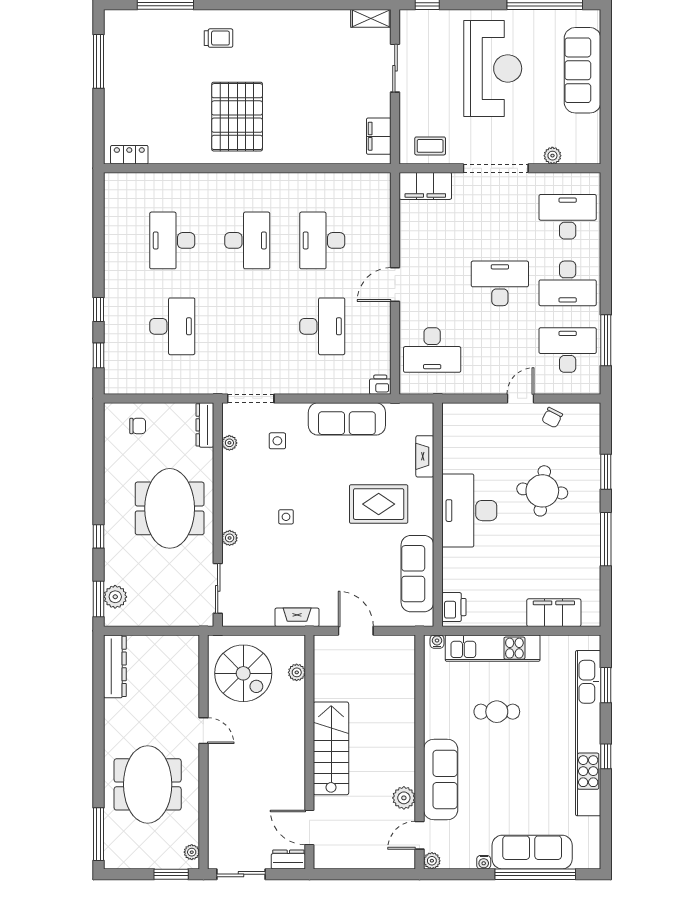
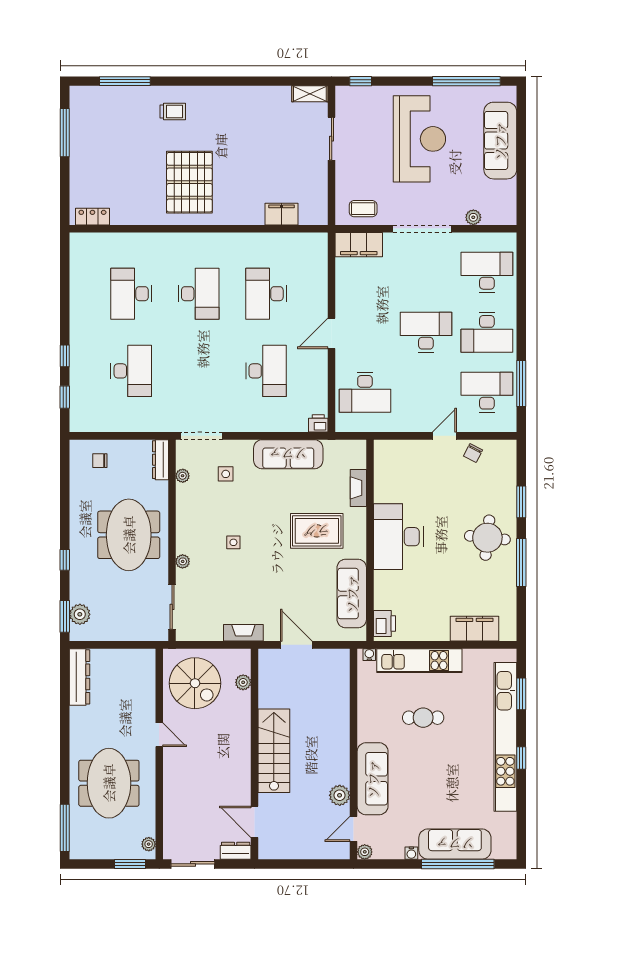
filing cabinet: (379, 136) -> (281, 214), moved, turned 90
chair: (138, 426) -> (100, 461), turned 180
round table: (542, 491) -> (487, 538), moved

